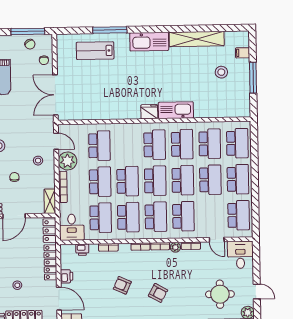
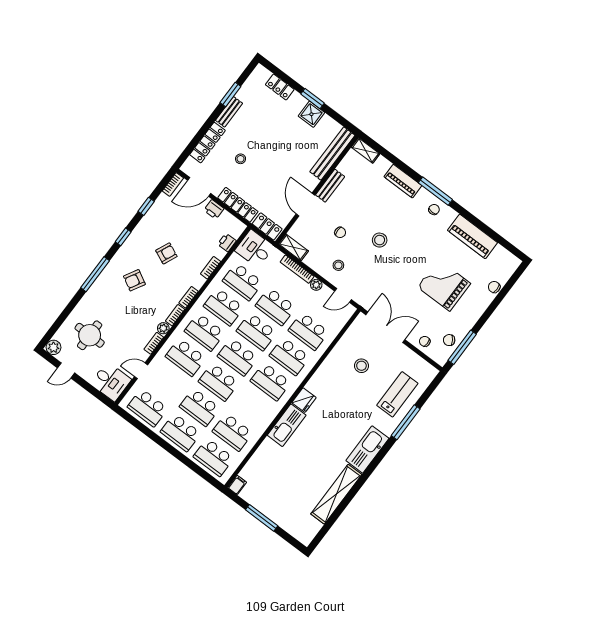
filing cabinet: (243, 53) -> (237, 485), moved
stool: (221, 72) -> (361, 366), moved
school desk: (182, 144) -> (290, 356), moved
plant: (68, 161) -> (316, 285), width x0.53, depth x0.53

